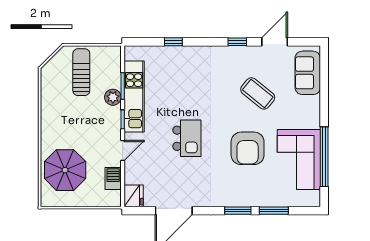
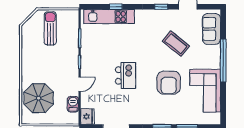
plant: (113, 97) -> (73, 46), removed
kitchen unit: (134, 97) -> (109, 17), moved, turned 90
window: (324, 157) -> (223, 60), moved

